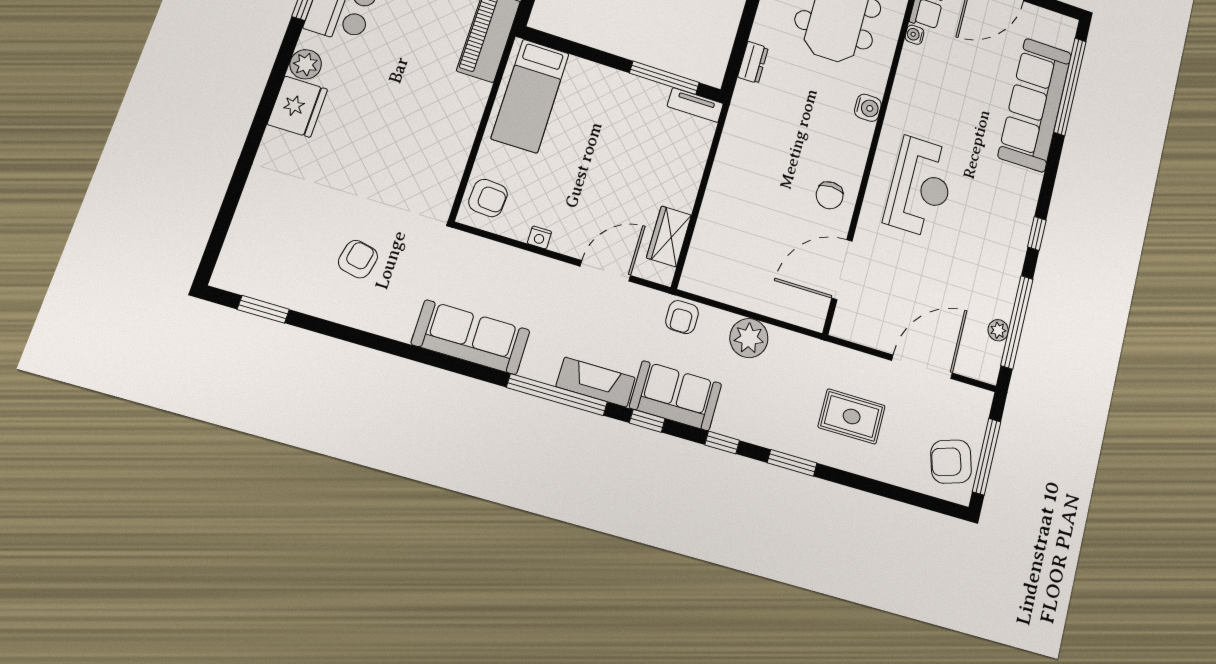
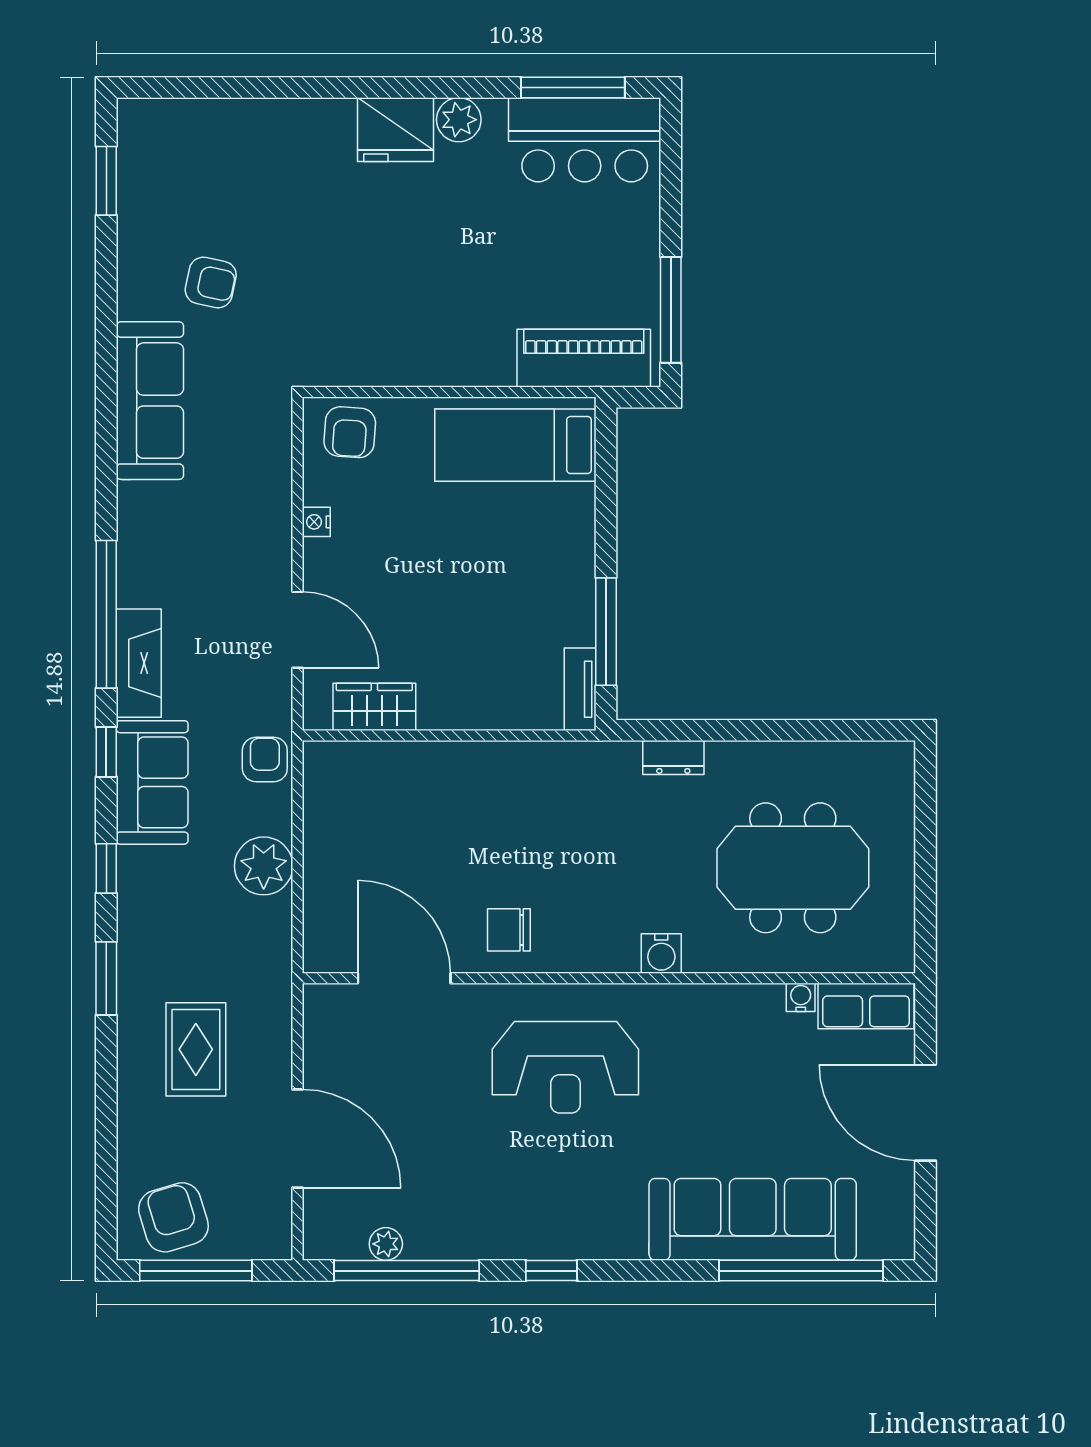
armchair: (682, 317) -> (265, 760), turned 90
sofa: (471, 337) -> (150, 401), moved

